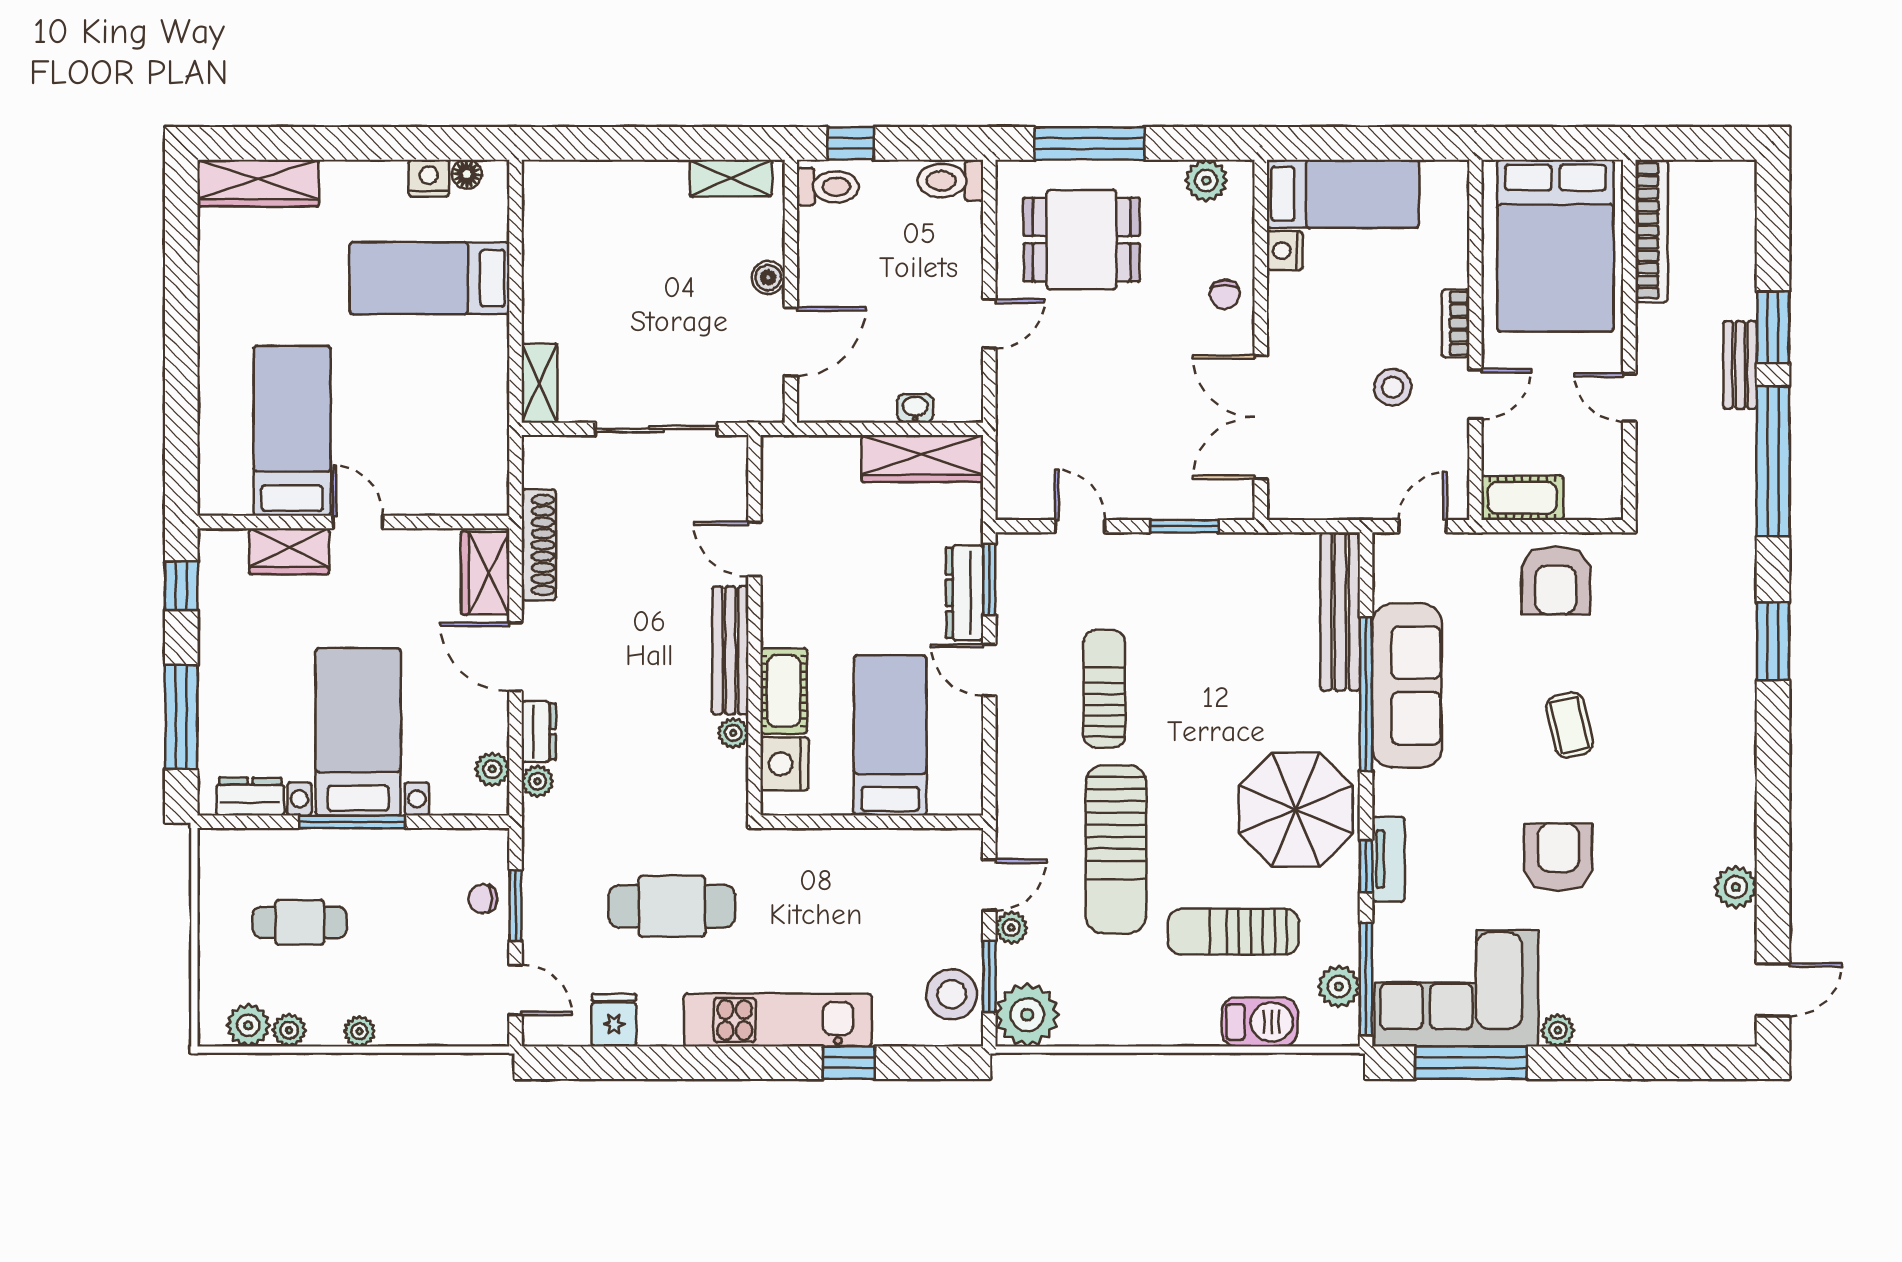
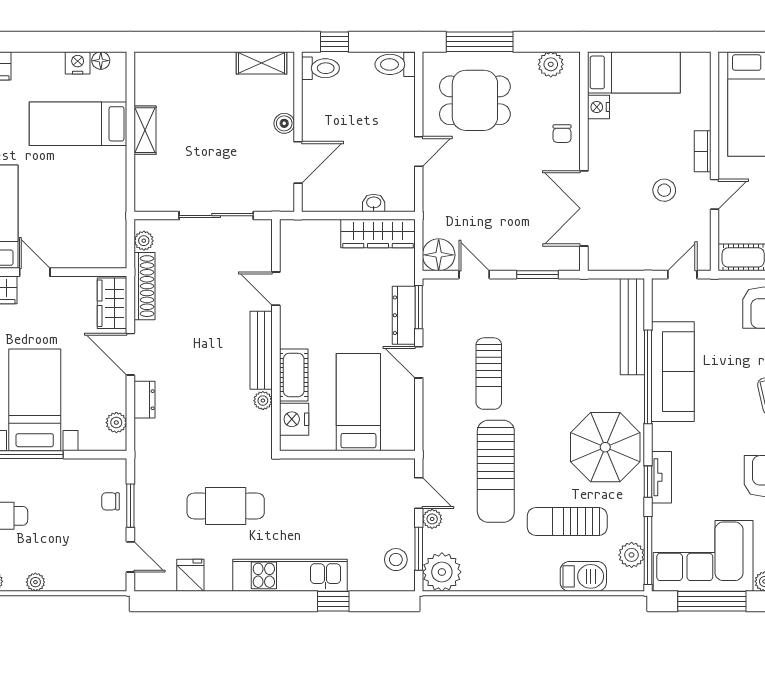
shelving: (539, 383) -> (145, 130), moved
floor lamp: (1022, 493) -> (439, 255), added
sun lounger: (1104, 689) -> (489, 374), turned 180
plant: (537, 781) -> (144, 241), moved
door: (989, 885) -> (419, 493), hinge flipped
stool: (952, 994) -> (396, 560), width x0.73, depth x0.73

